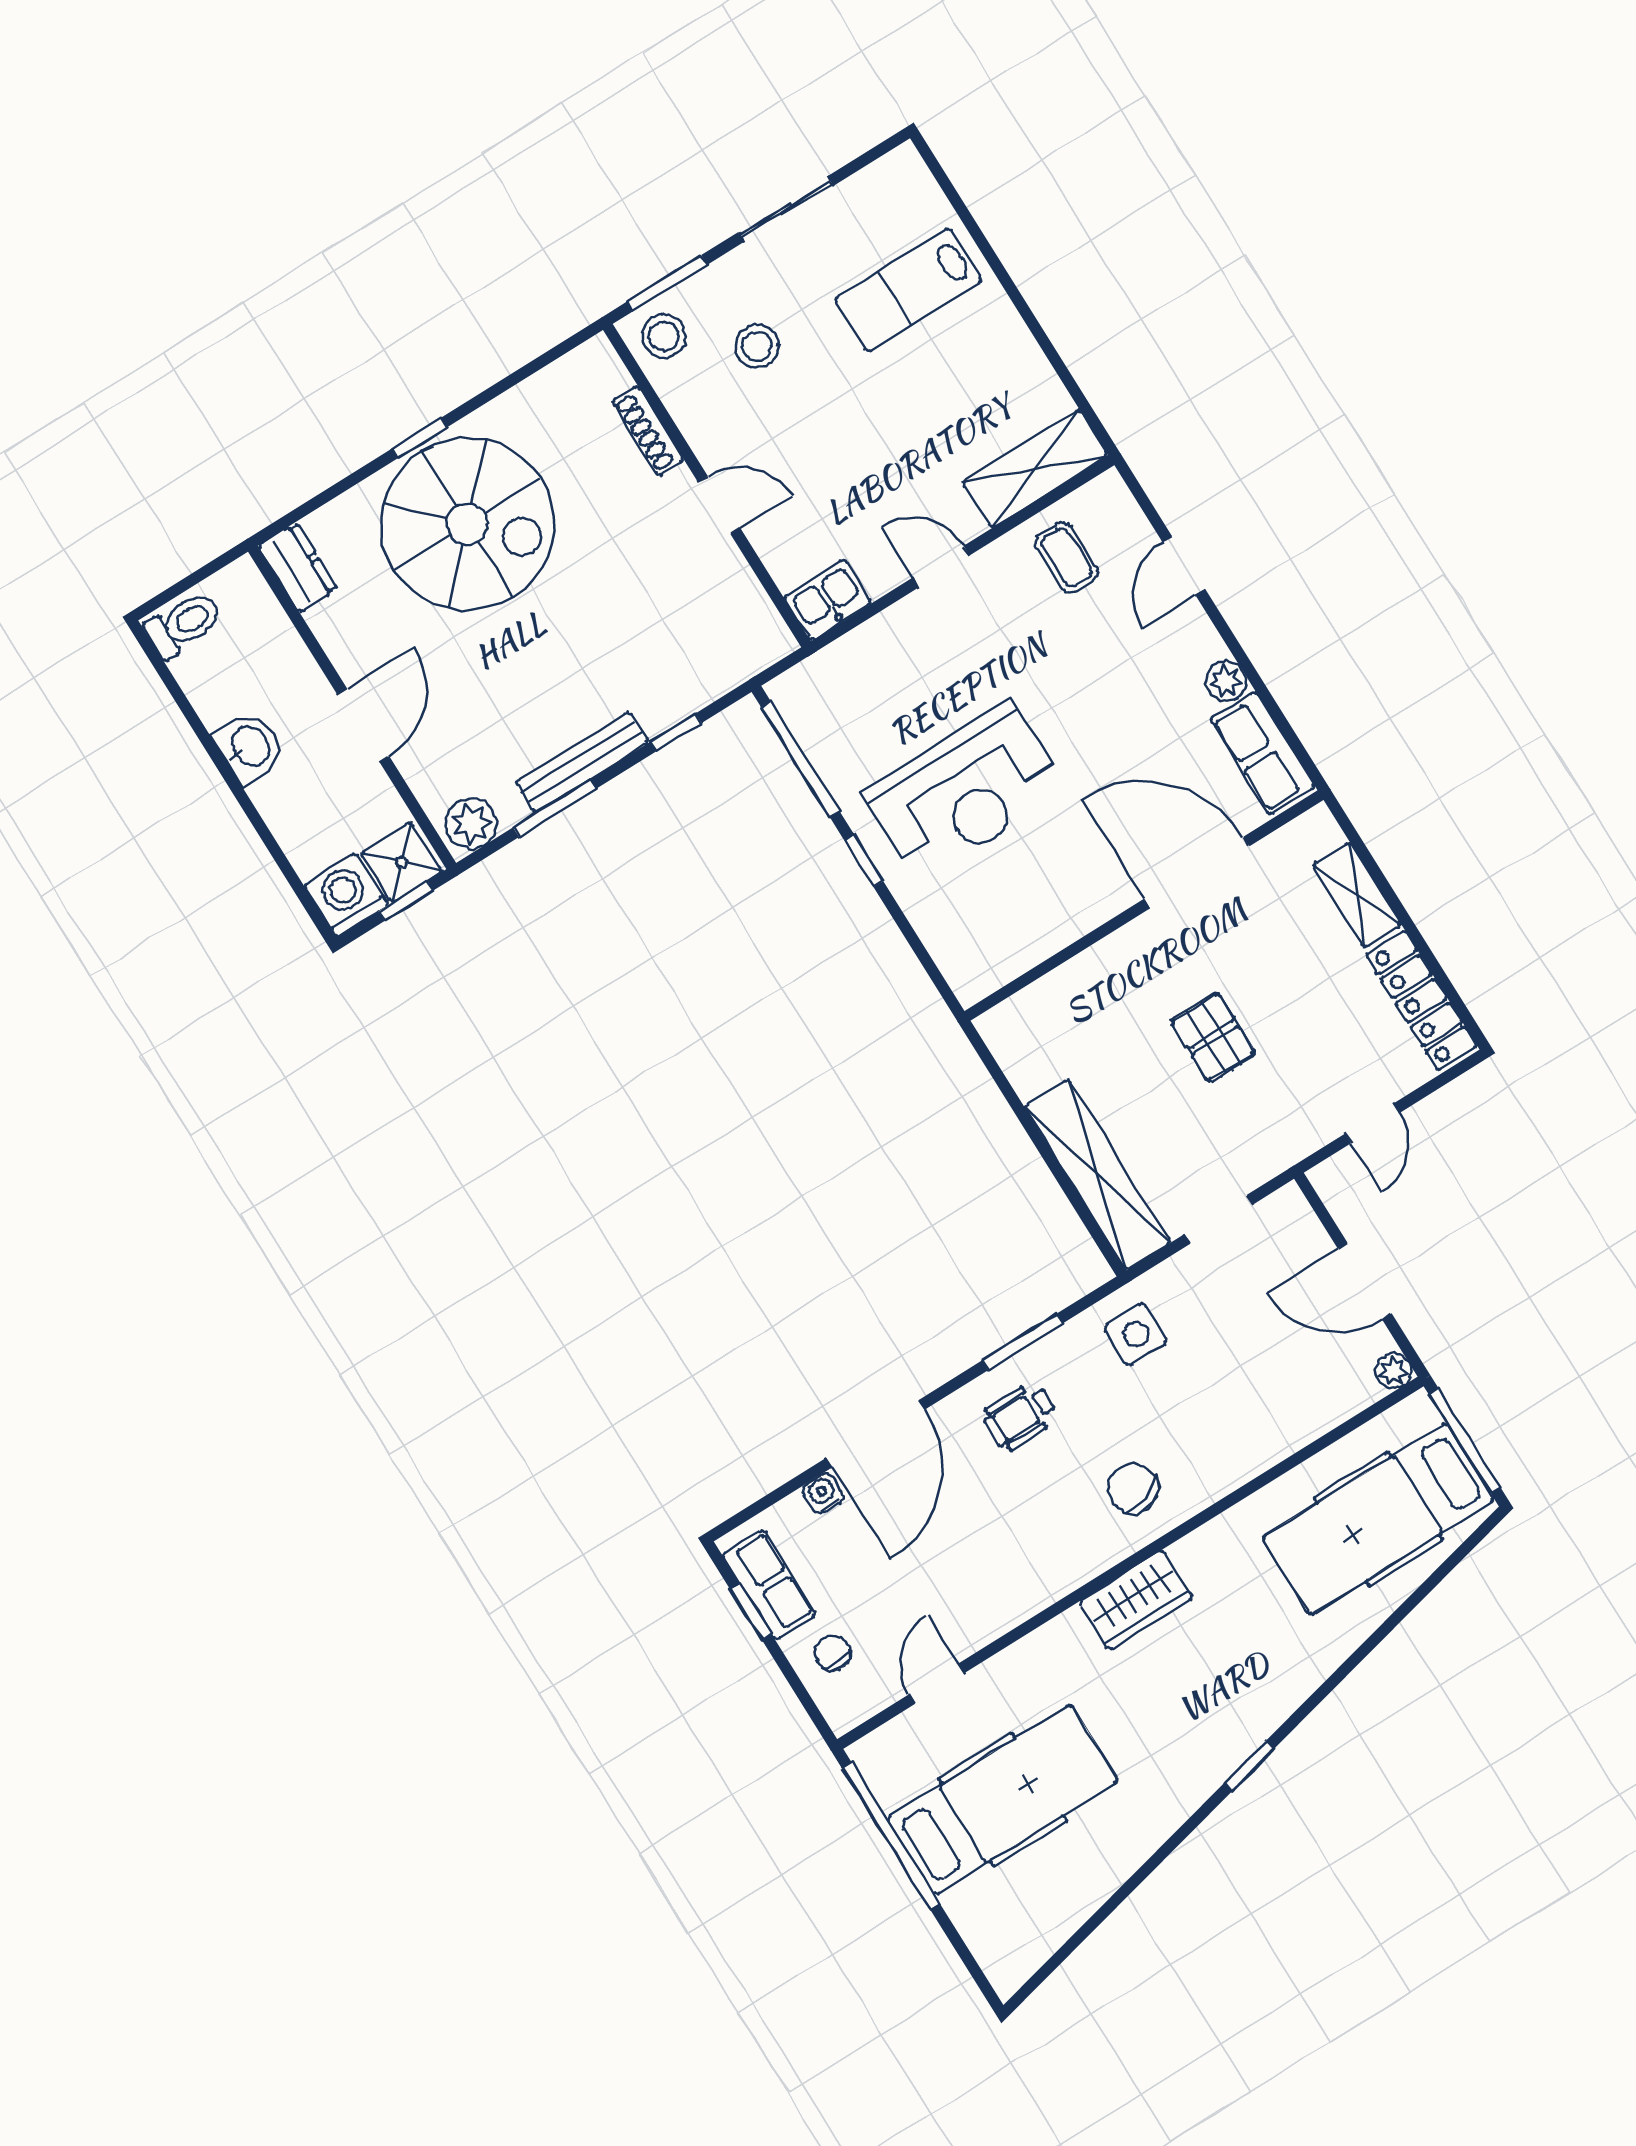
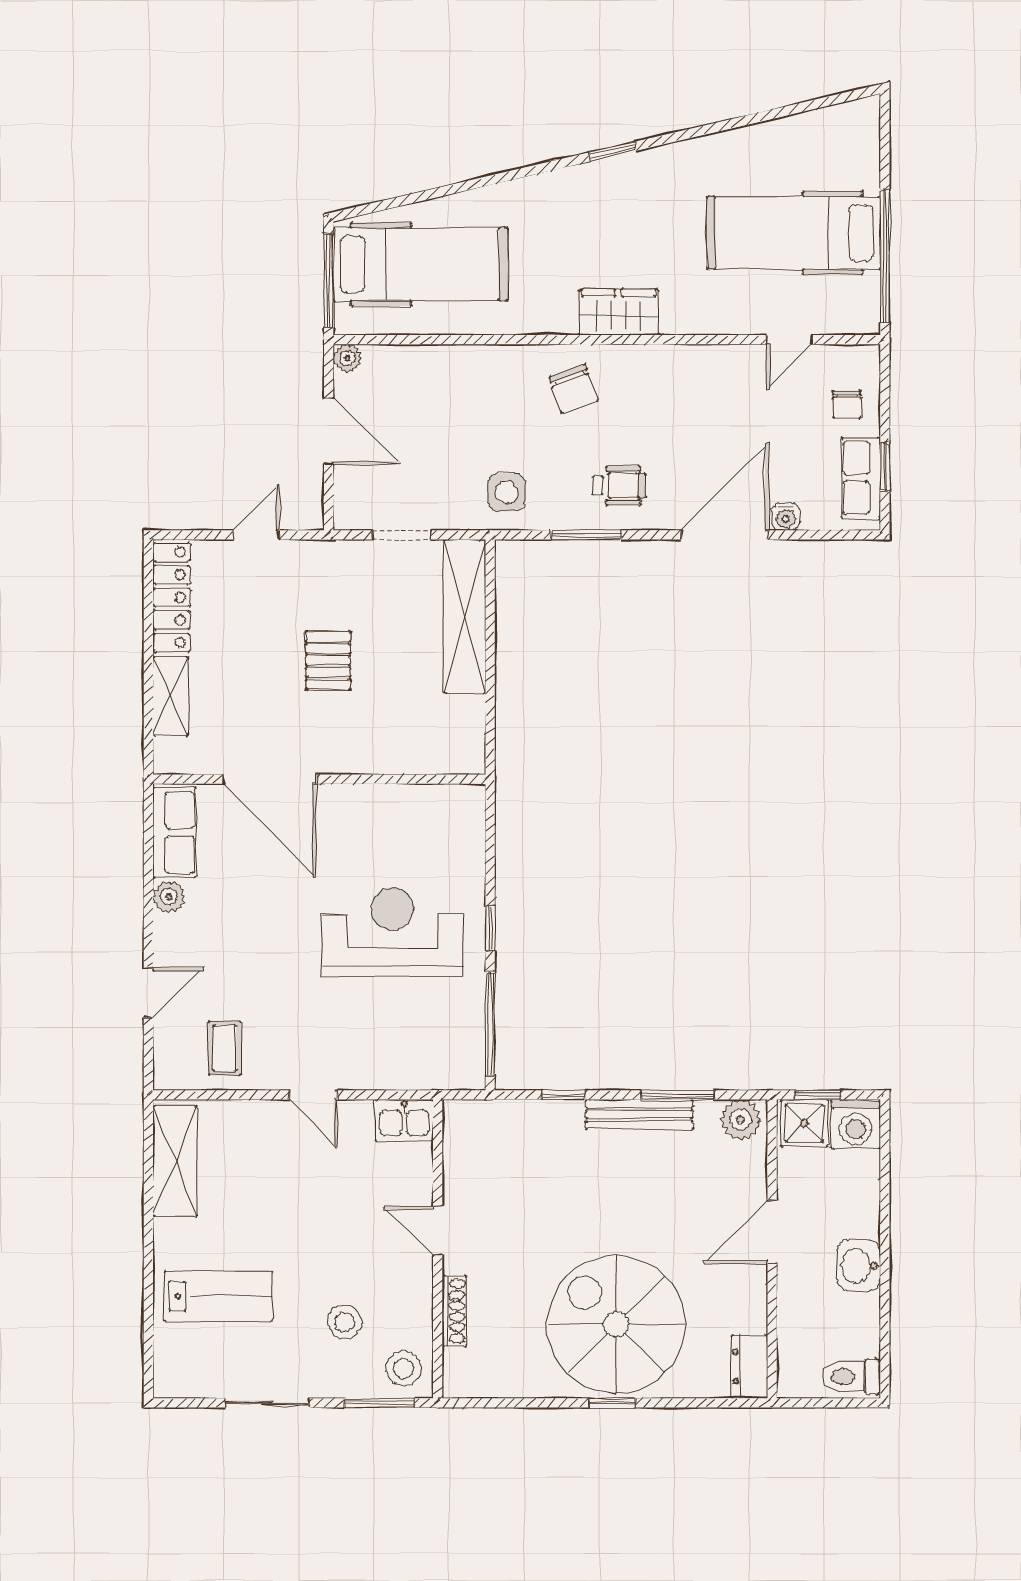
shelving: (1035, 469) -> (175, 1161), moved, turned 90

